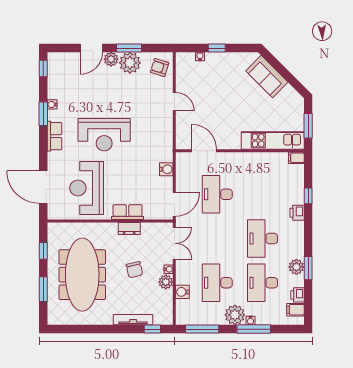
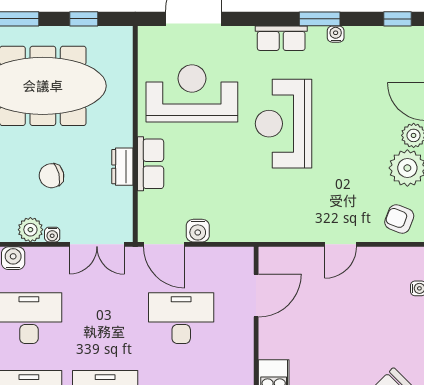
armchair: (160, 67) -> (399, 219), turned -86
water cooler: (166, 169) -> (198, 231), moved

